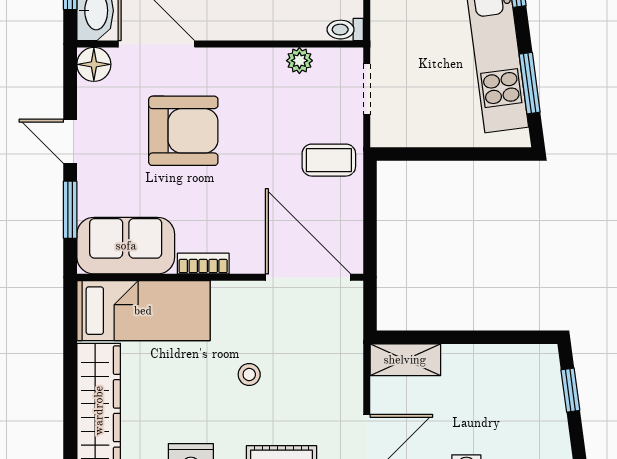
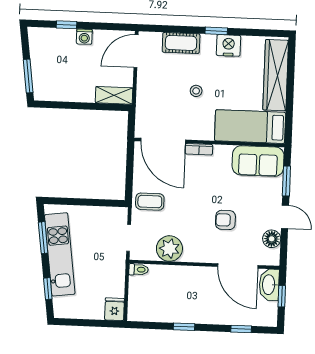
plant: (299, 61) -> (169, 249), width x1.87, depth x1.87
floor lamp: (94, 64) -> (272, 239), moved
armchair: (183, 131) -> (225, 220), width x0.53, depth x0.53
bookcase: (203, 264) -> (199, 149), moved
window: (570, 390) -> (28, 76), width x1.50

